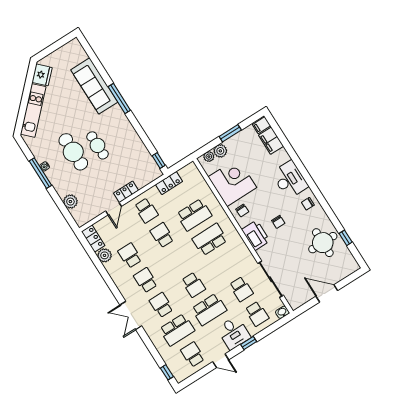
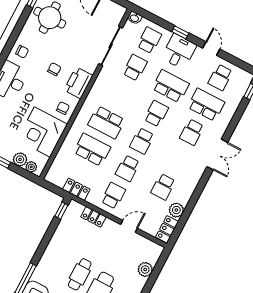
locker: (126, 192) -> (93, 217), moved
school desk: (146, 280) -> (142, 141), moved

